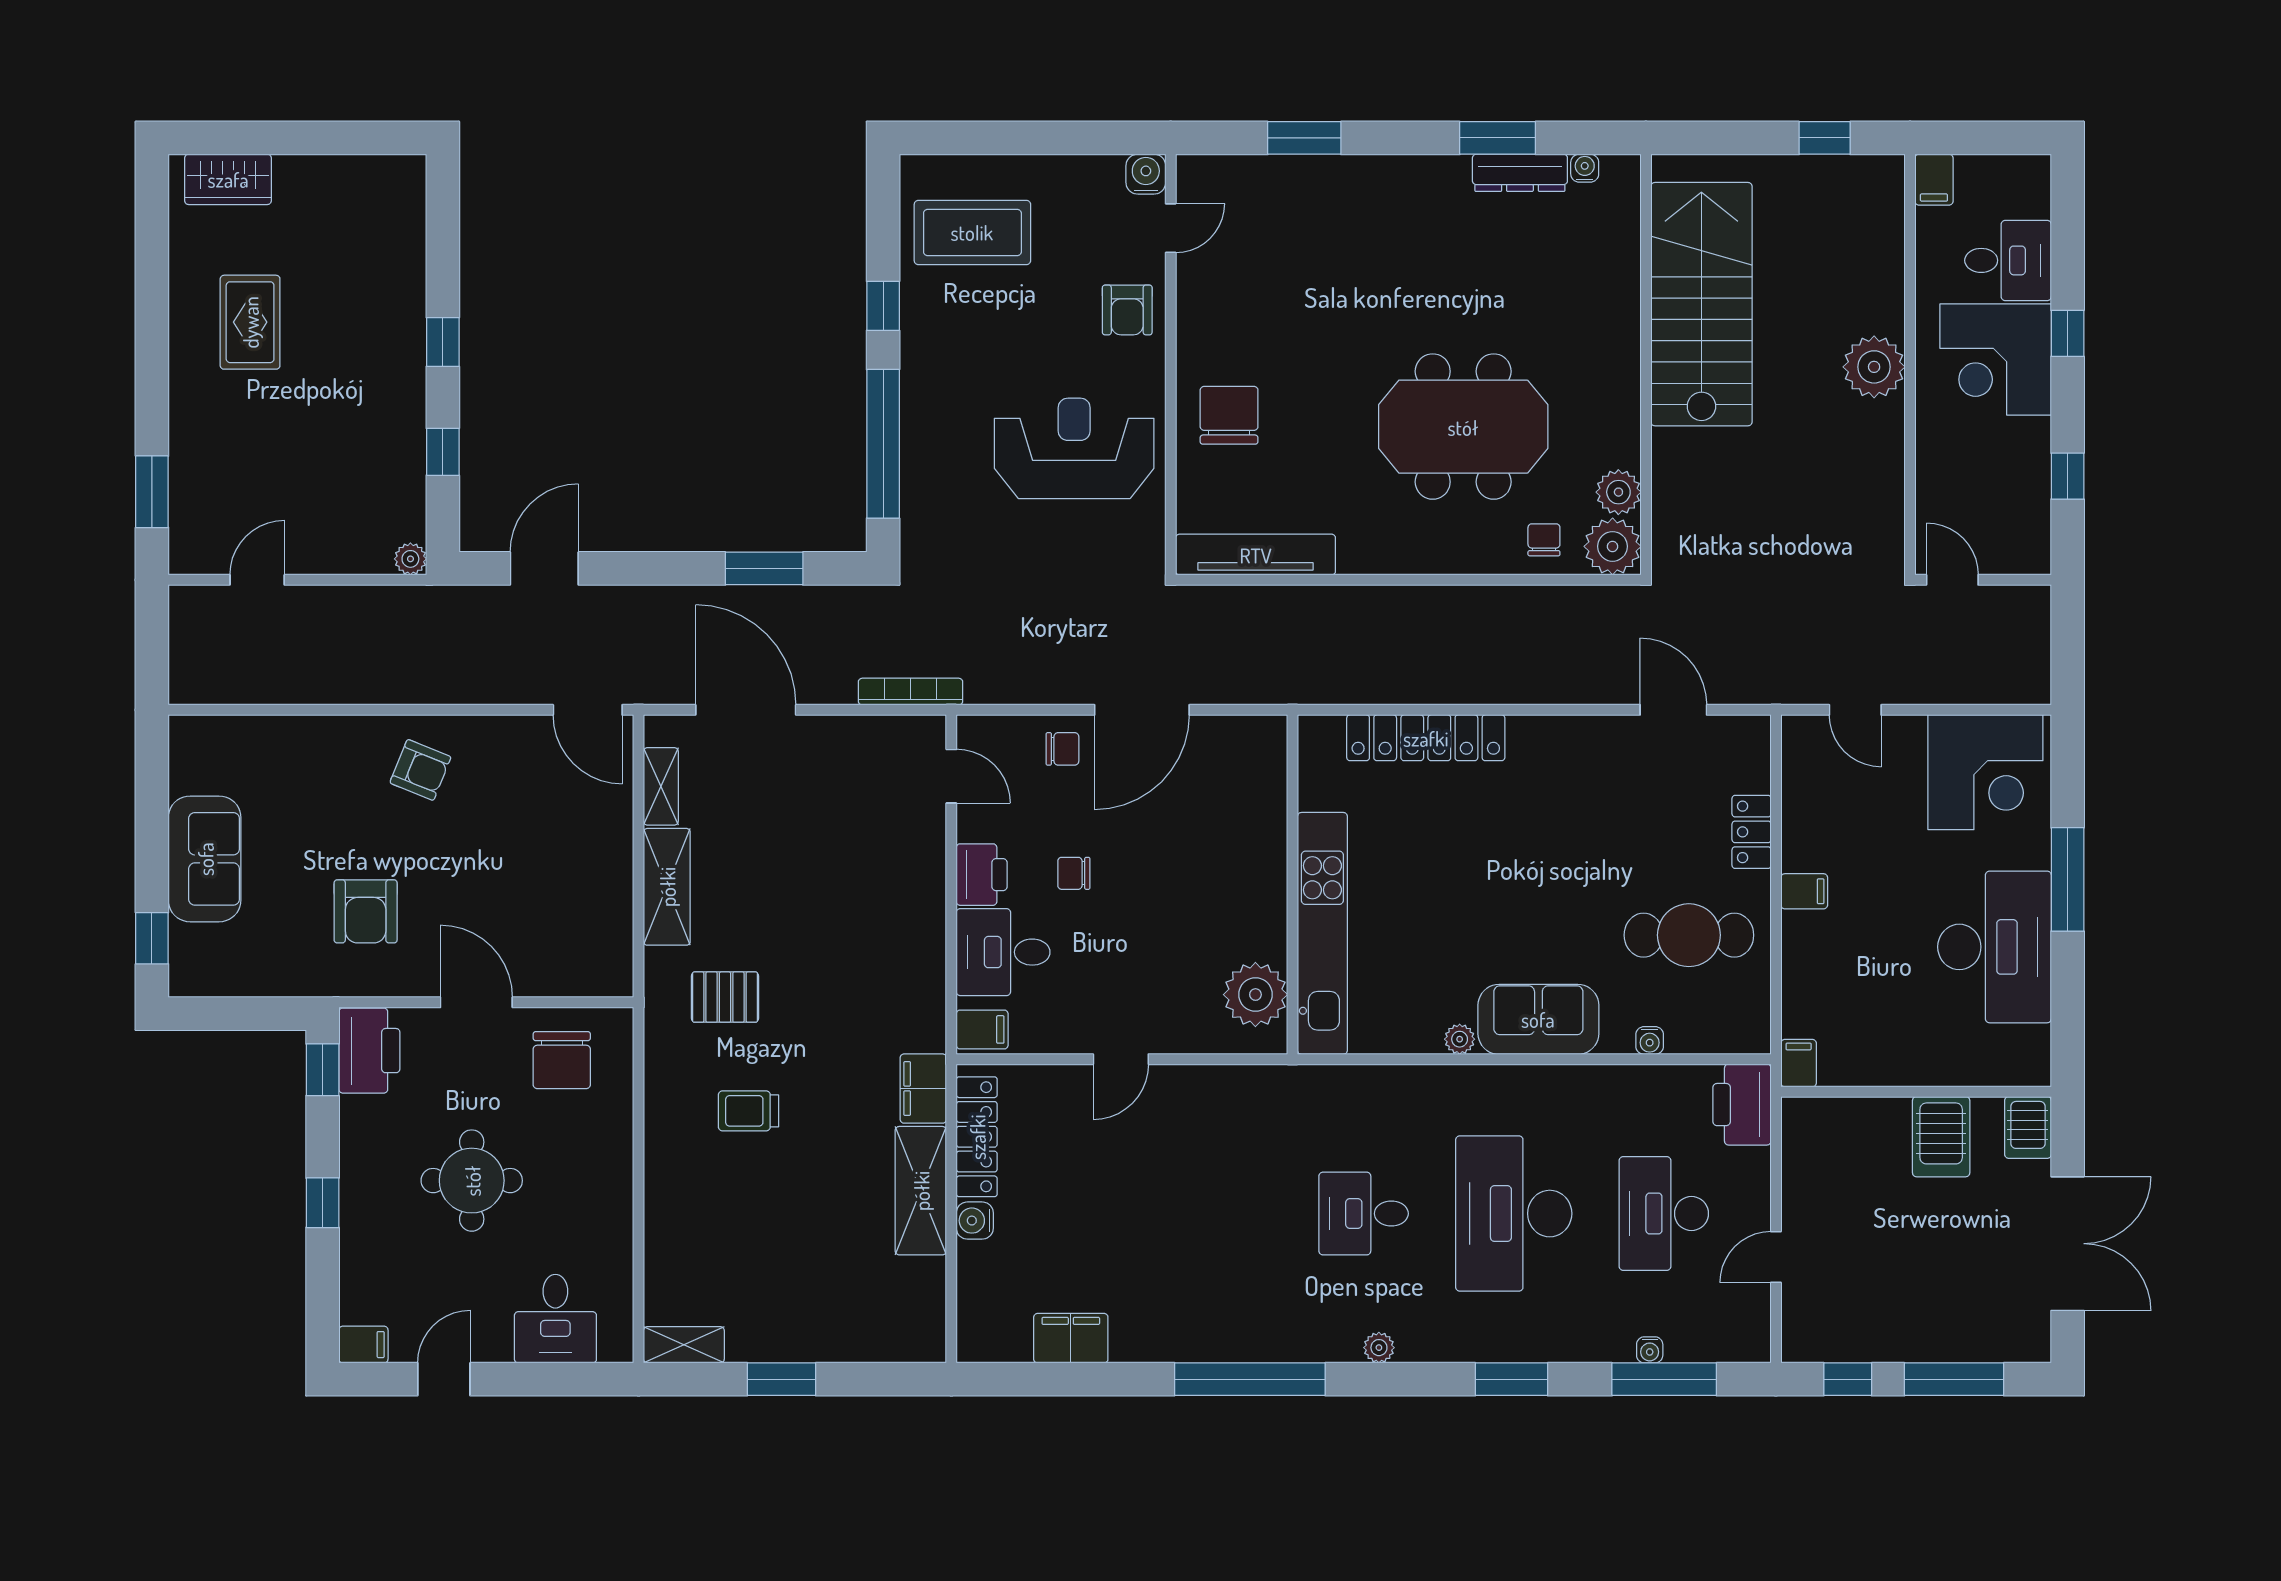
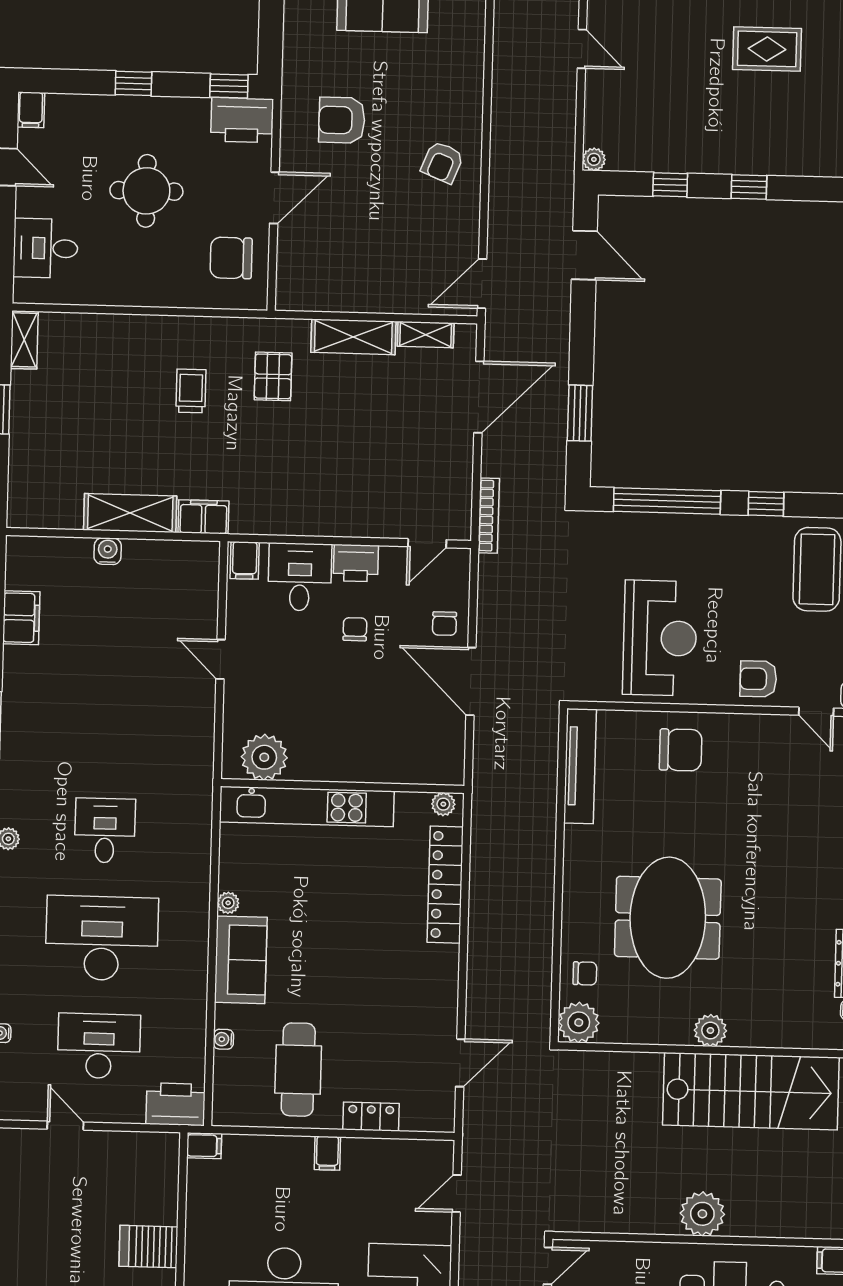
plant: (1618, 492) -> (710, 1030), moved
plant: (1314, 743) -> (443, 804), added
locker: (977, 1137) -> (168, 554), removed

